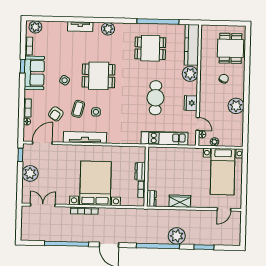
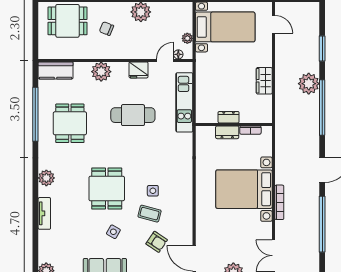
kitchen counter: (192, 45) -> (56, 70), width x0.67
tv unit: (85, 137) -> (186, 204), removed
dresser: (151, 198) -> (229, 117), moved

